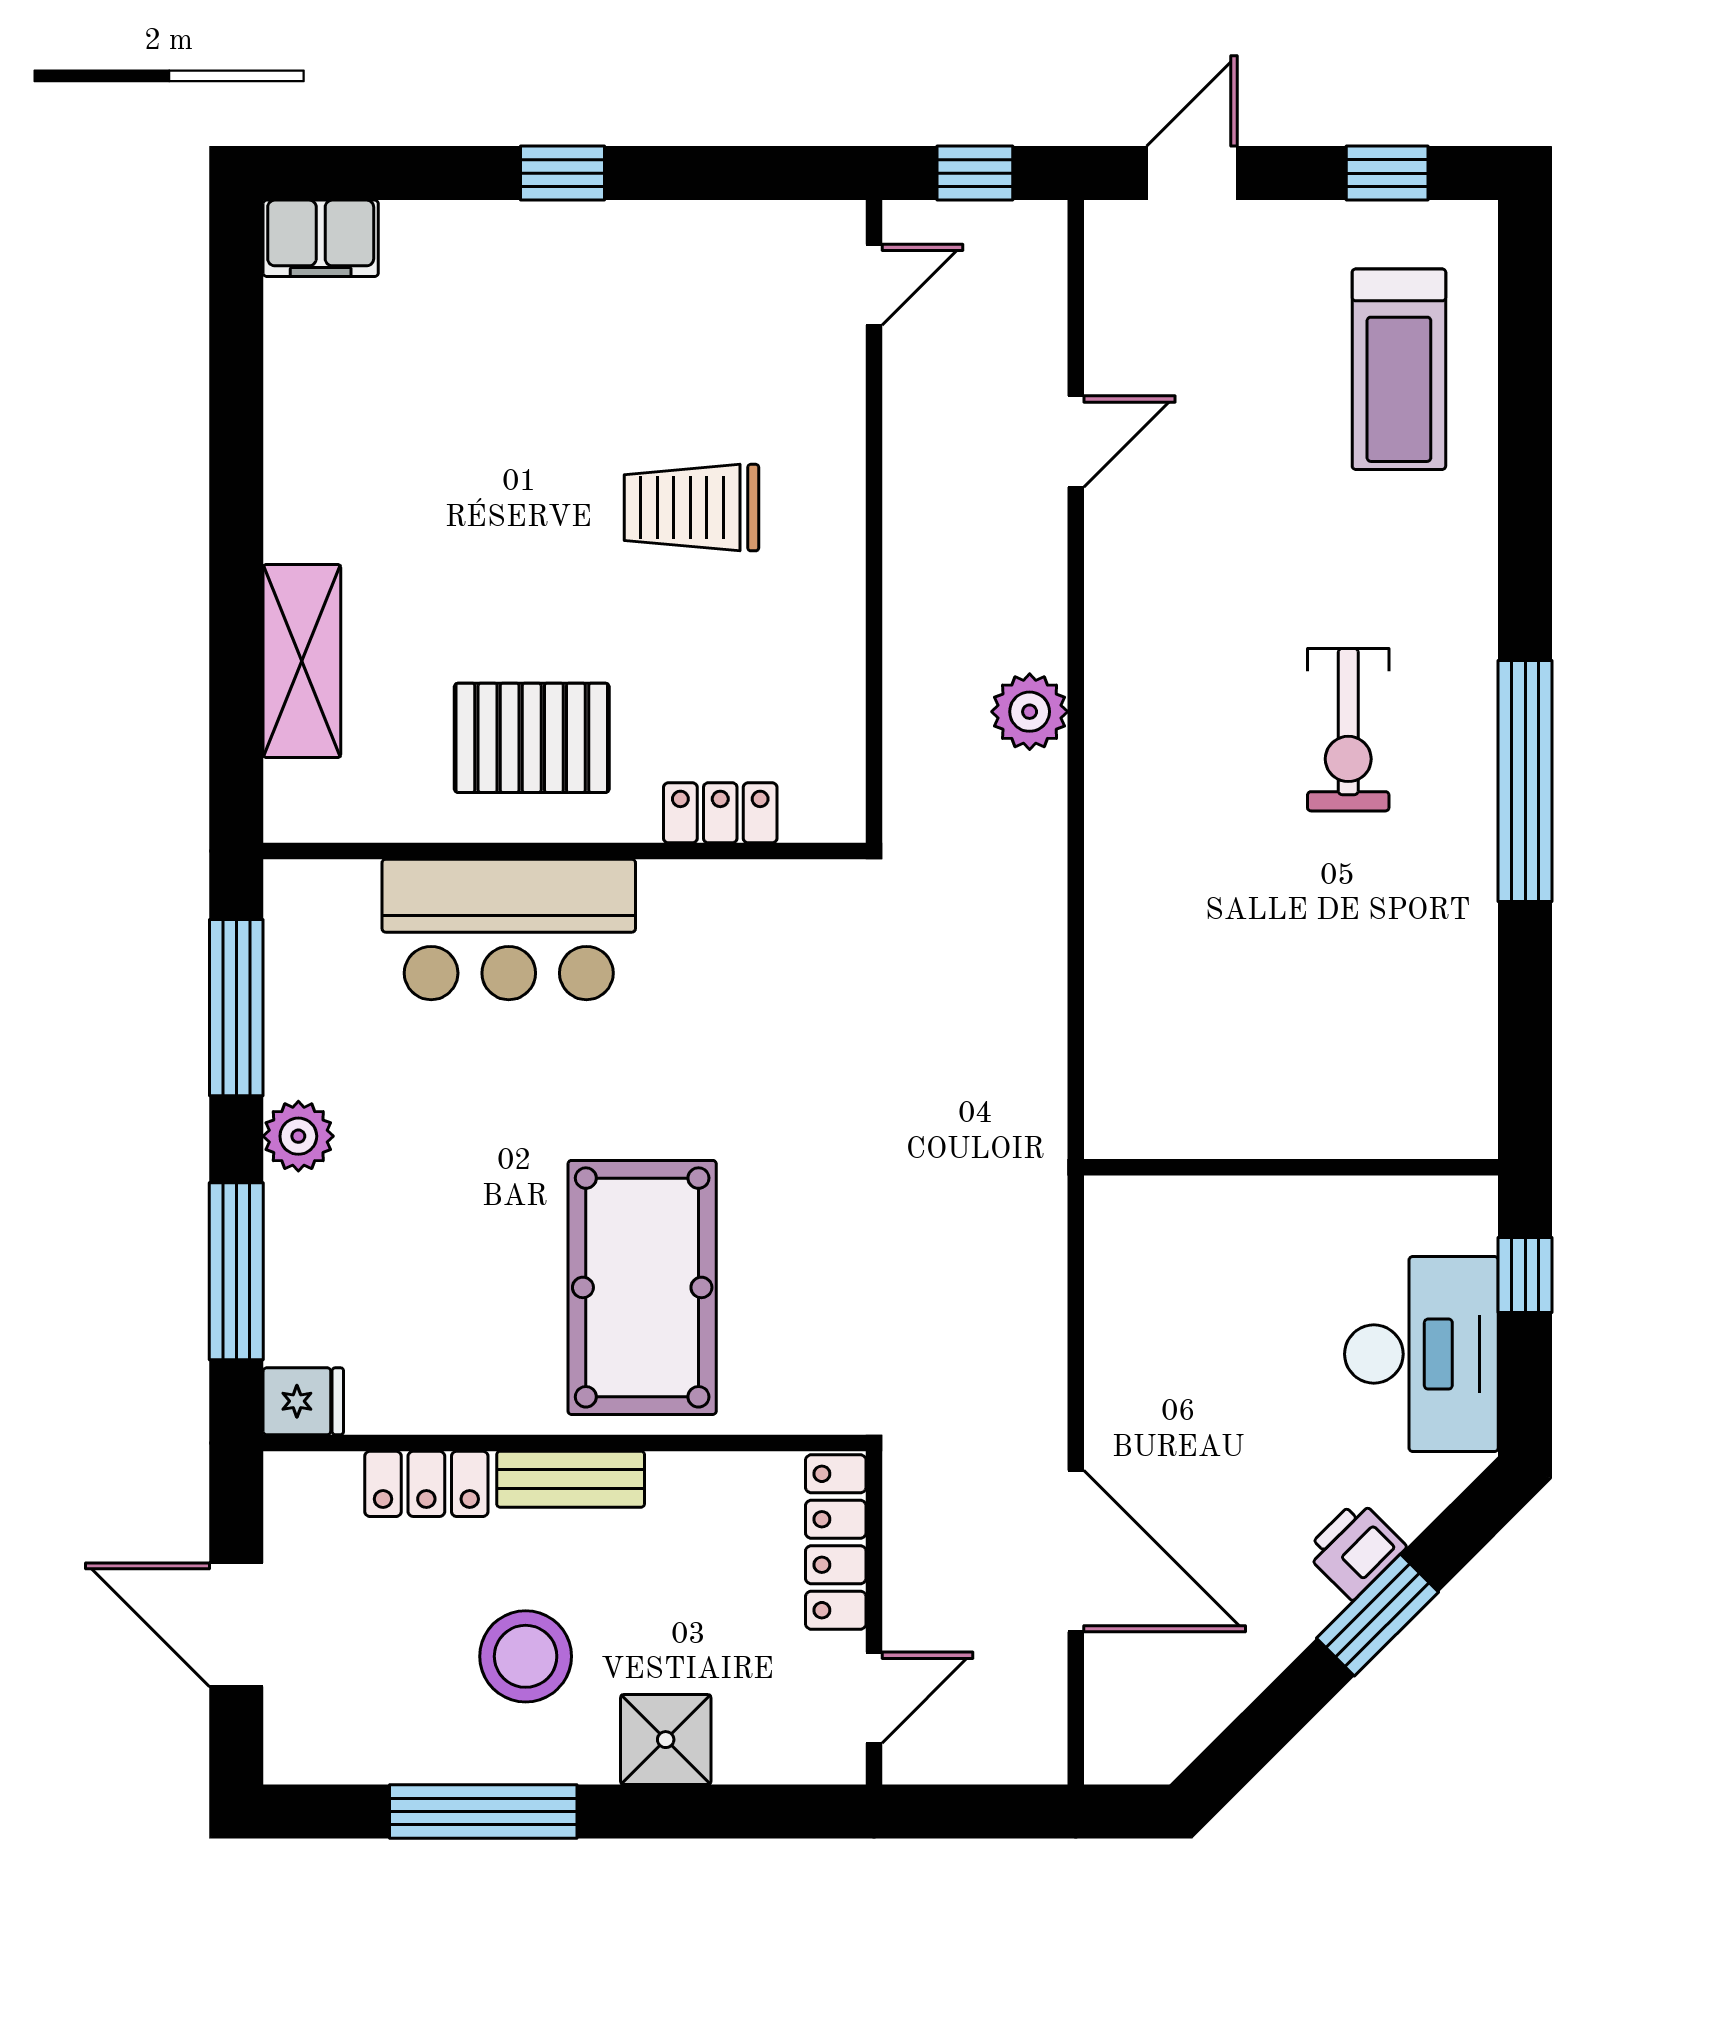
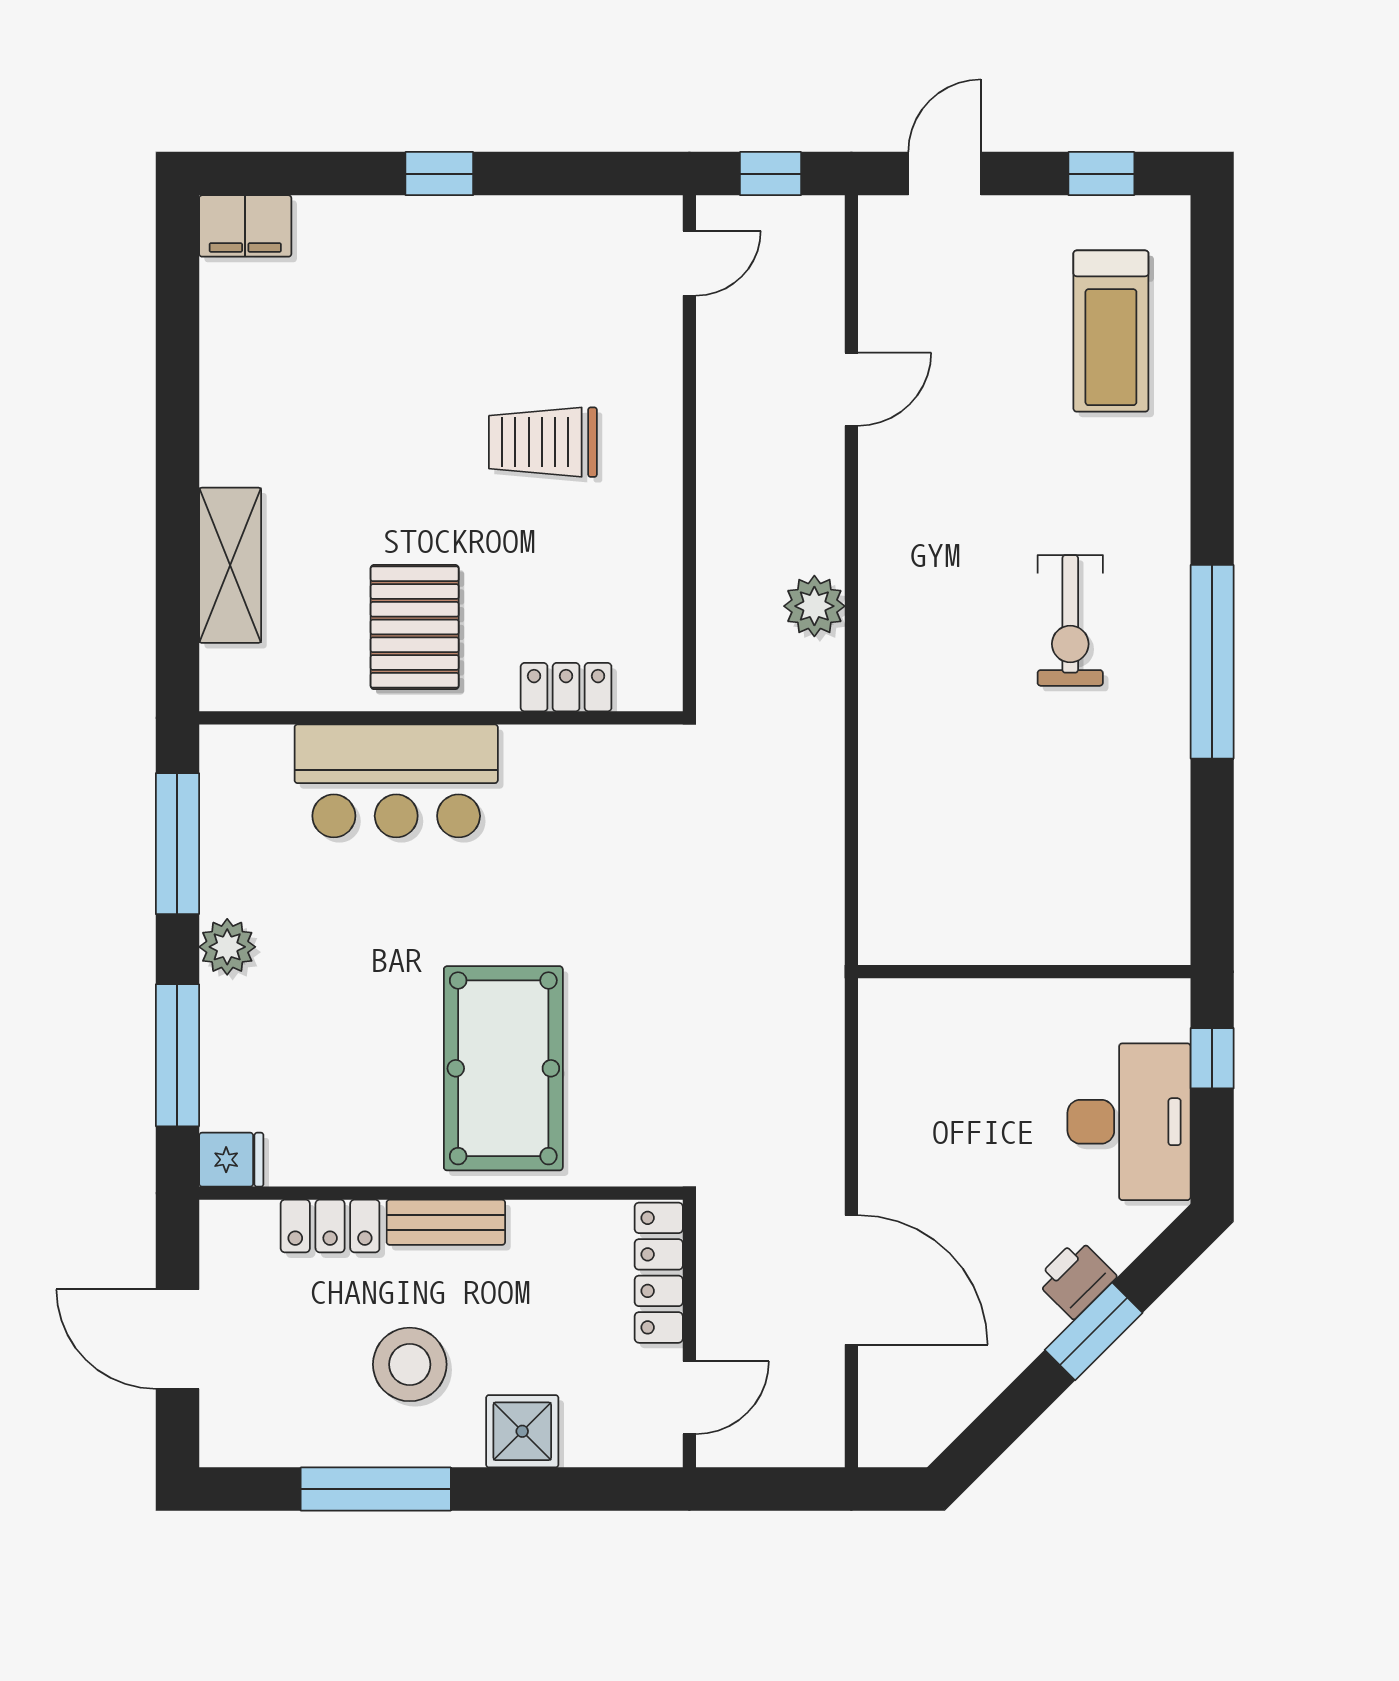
pallet: (532, 738) -> (415, 627), turned 90

